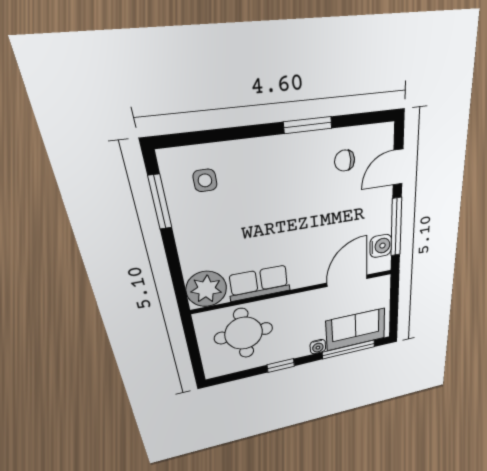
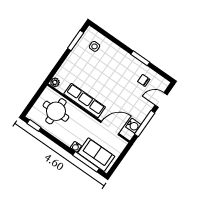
row of seats: (259, 283) -> (85, 101), width x1.48
plant: (206, 289) -> (55, 82), width x0.53, depth x0.53
window: (281, 366) -> (34, 125), moved

